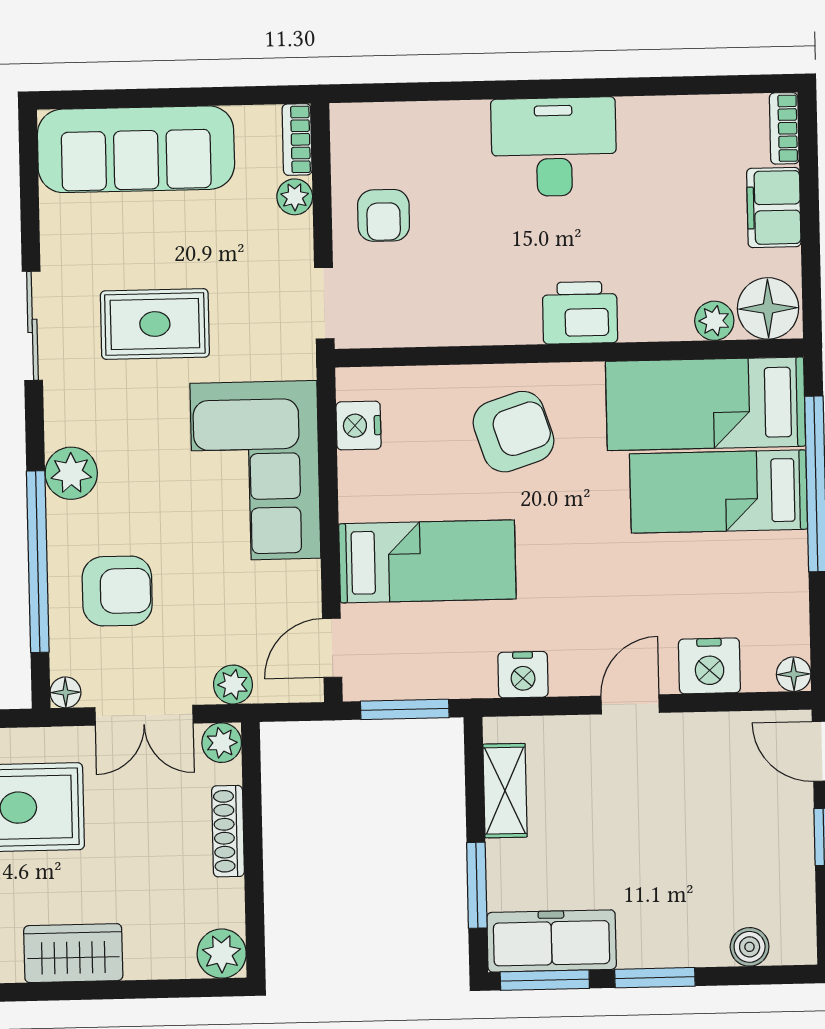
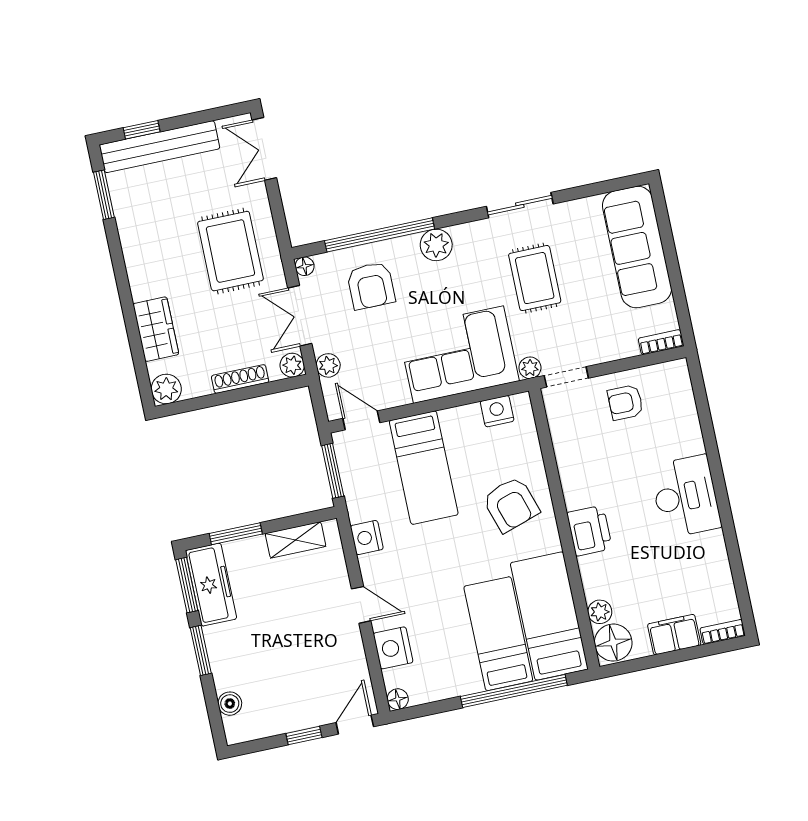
plant: (295, 197) -> (530, 368), moved
wardrobe: (73, 953) -> (156, 329), moved

